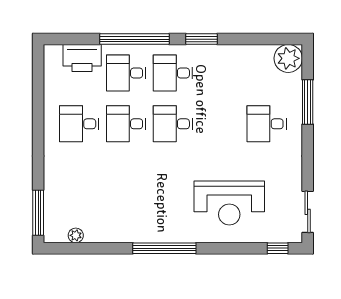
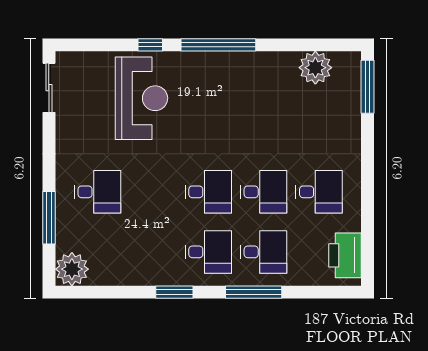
window: (134, 39) -> (254, 292), width x0.68
printer: (82, 58) -> (345, 255), moved, turned -90
reception desk: (229, 203) -> (142, 98), turned 90
plant: (76, 235) -> (315, 68), width x1.87, depth x1.87
window: (278, 248) -> (150, 45), moved

